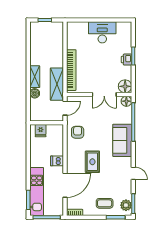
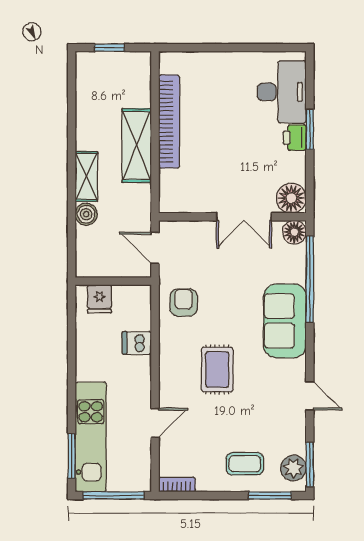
desk: (102, 32) -> (282, 92), moved, turned 90
bookcase: (71, 70) -> (169, 122), moved
shelving: (57, 84) -> (137, 146), moved
door: (65, 108) -> (155, 248), swing flipped
dishwasher: (57, 161) -> (137, 343), moved
door: (65, 185) -> (155, 423), width x0.53

